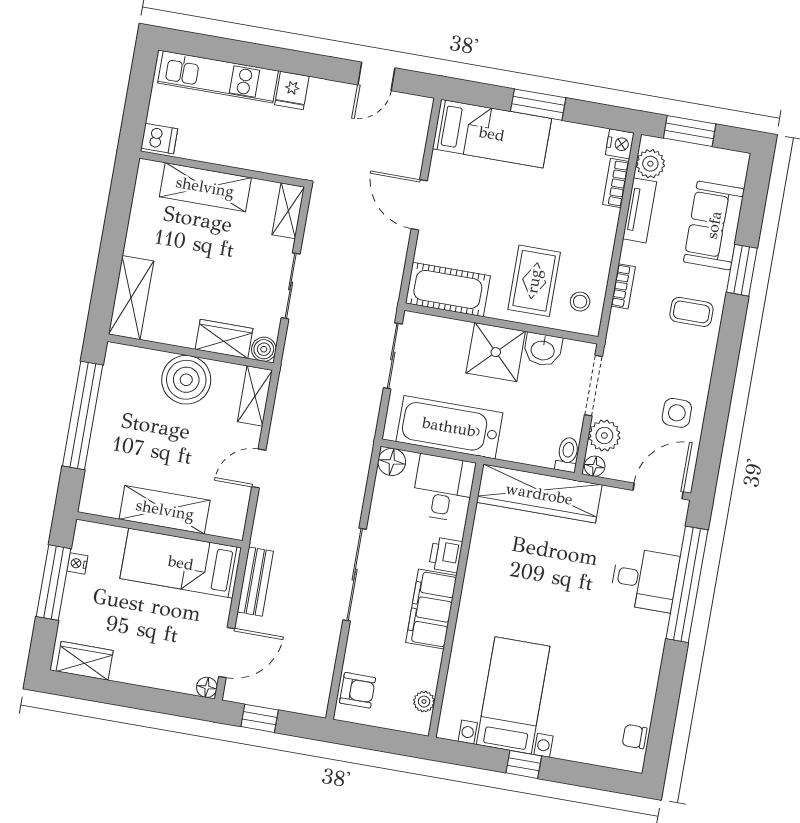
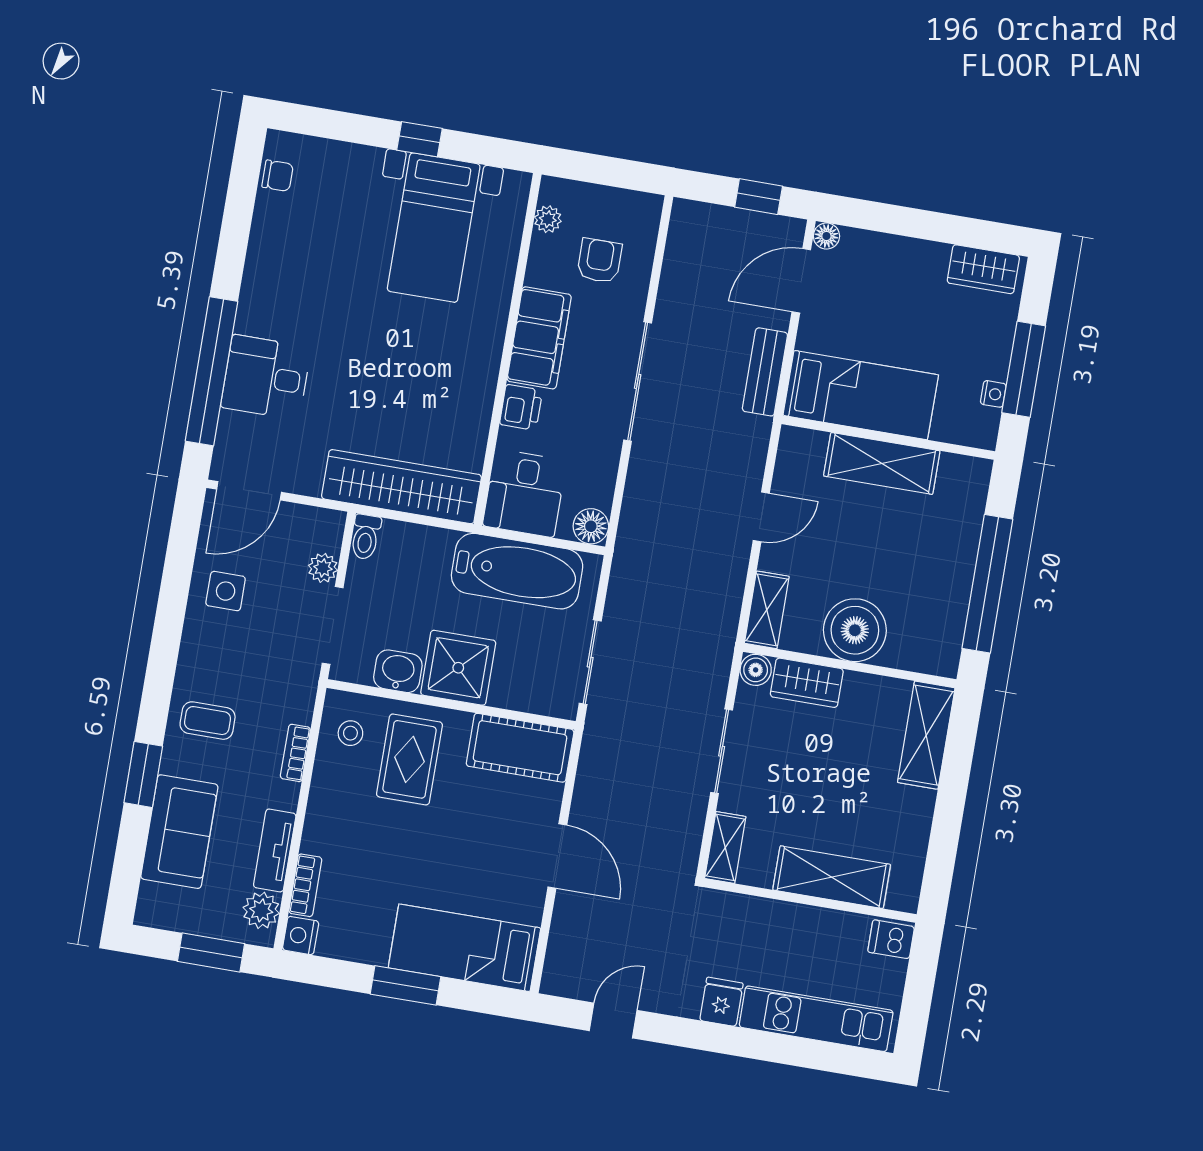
plant: (604, 436) -> (323, 568), width x0.73, depth x0.73
floor lamp: (595, 466) -> (331, 522), removed
armchair: (358, 690) -> (599, 261), moved, turned 90

